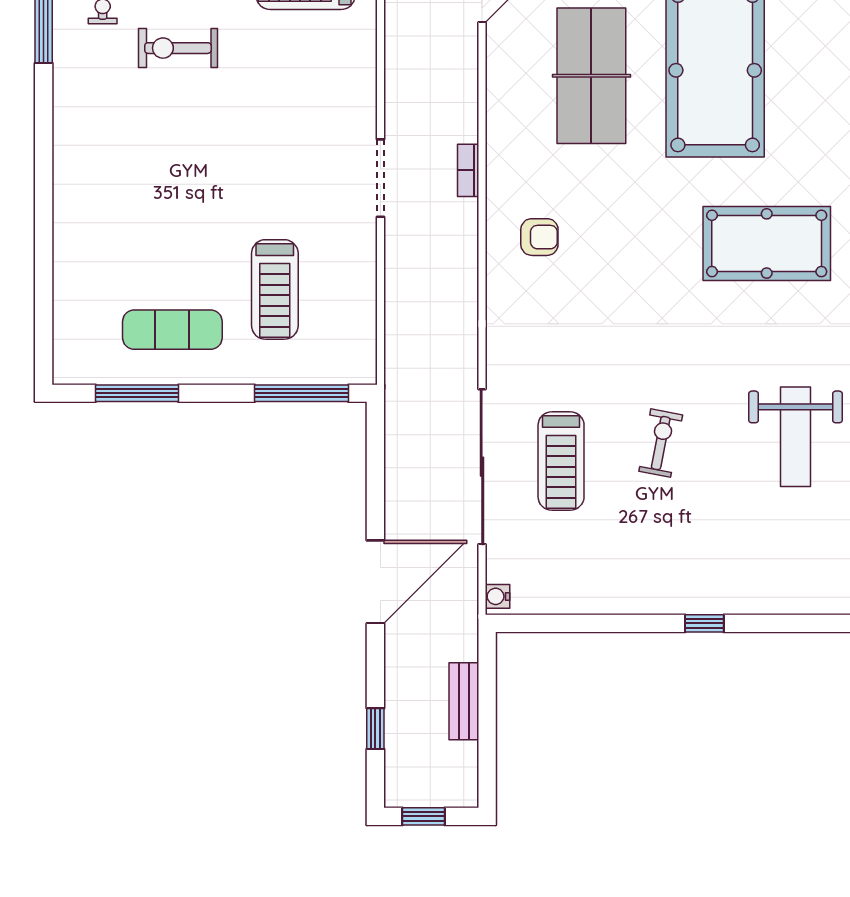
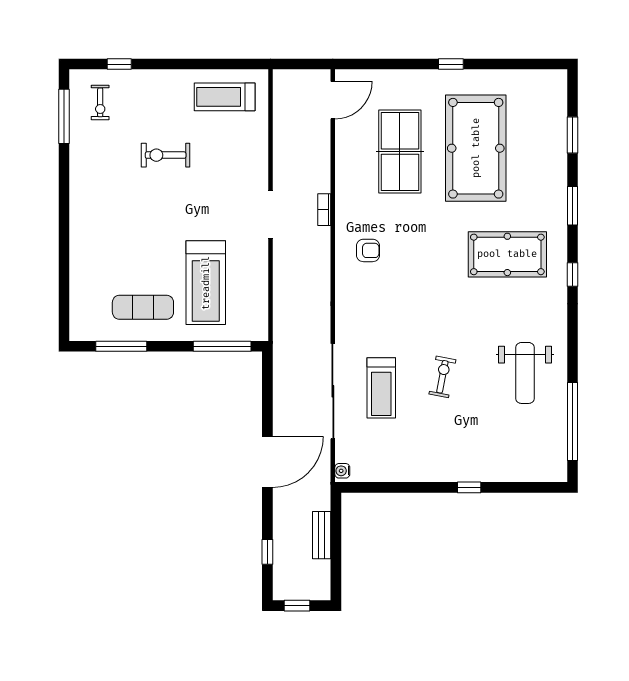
exercise bike: (178, 48) -> (166, 155), moved
treadmill: (275, 289) -> (206, 283), width x1.37, depth x1.38

